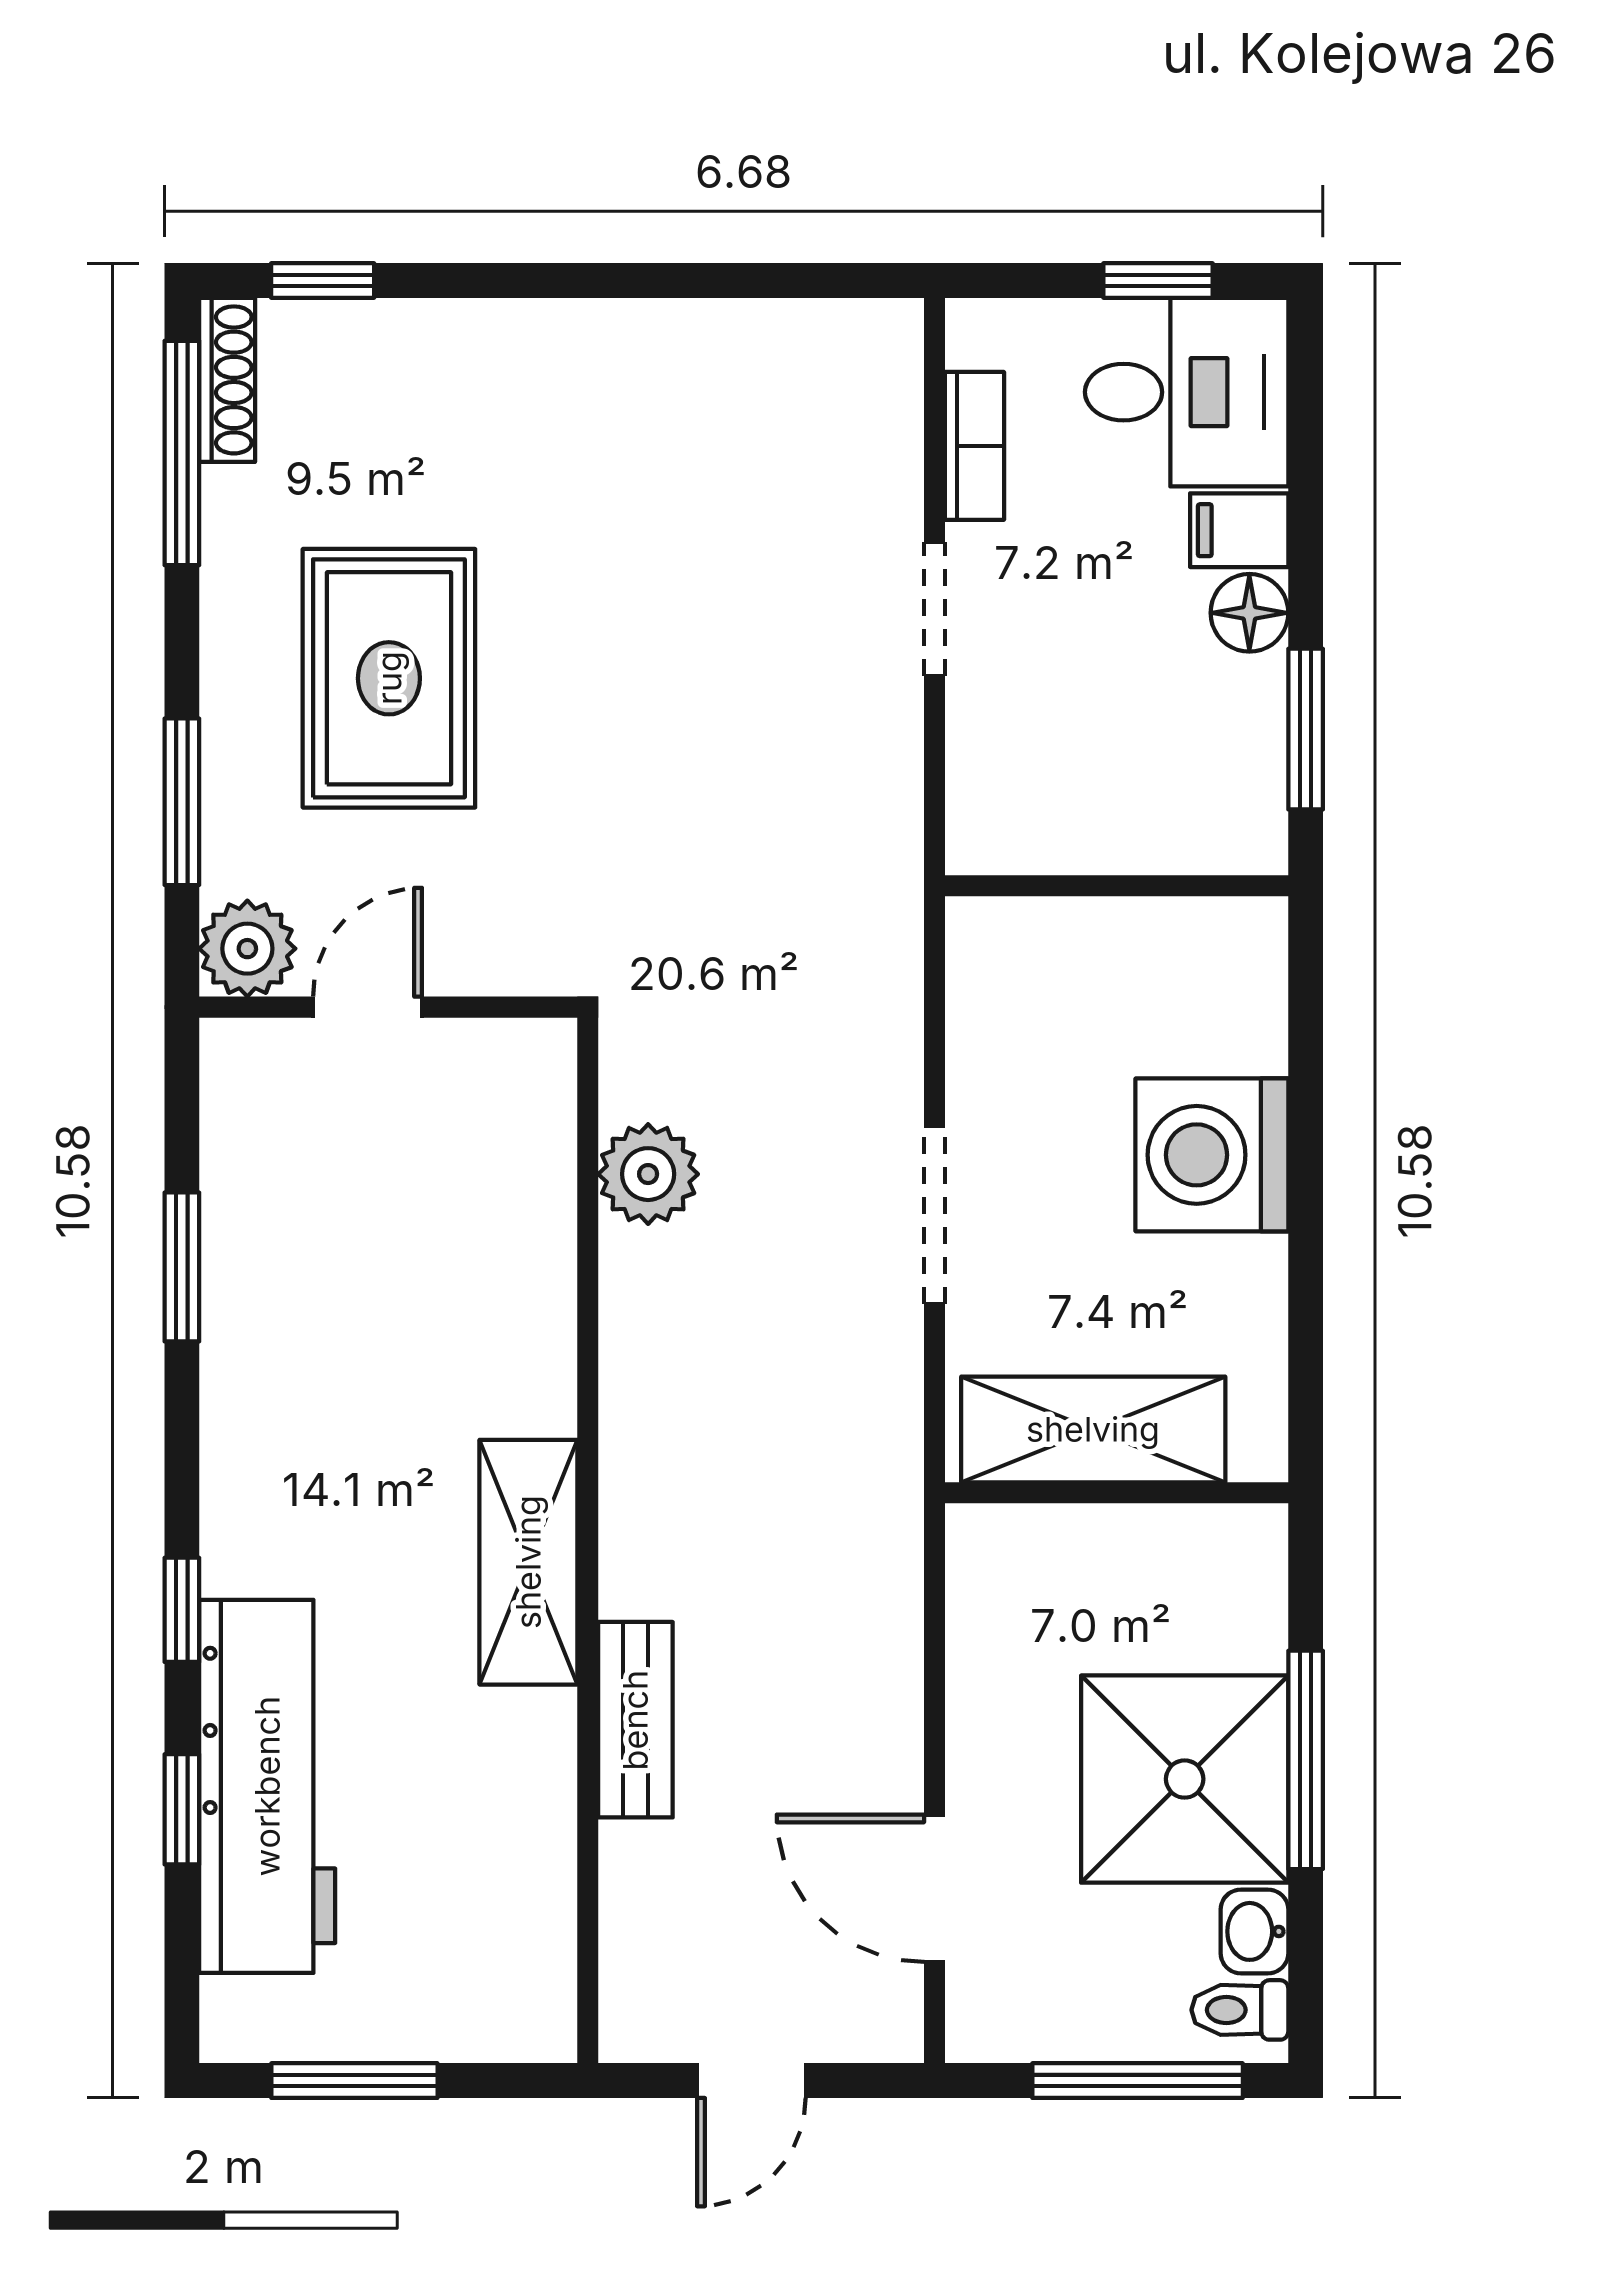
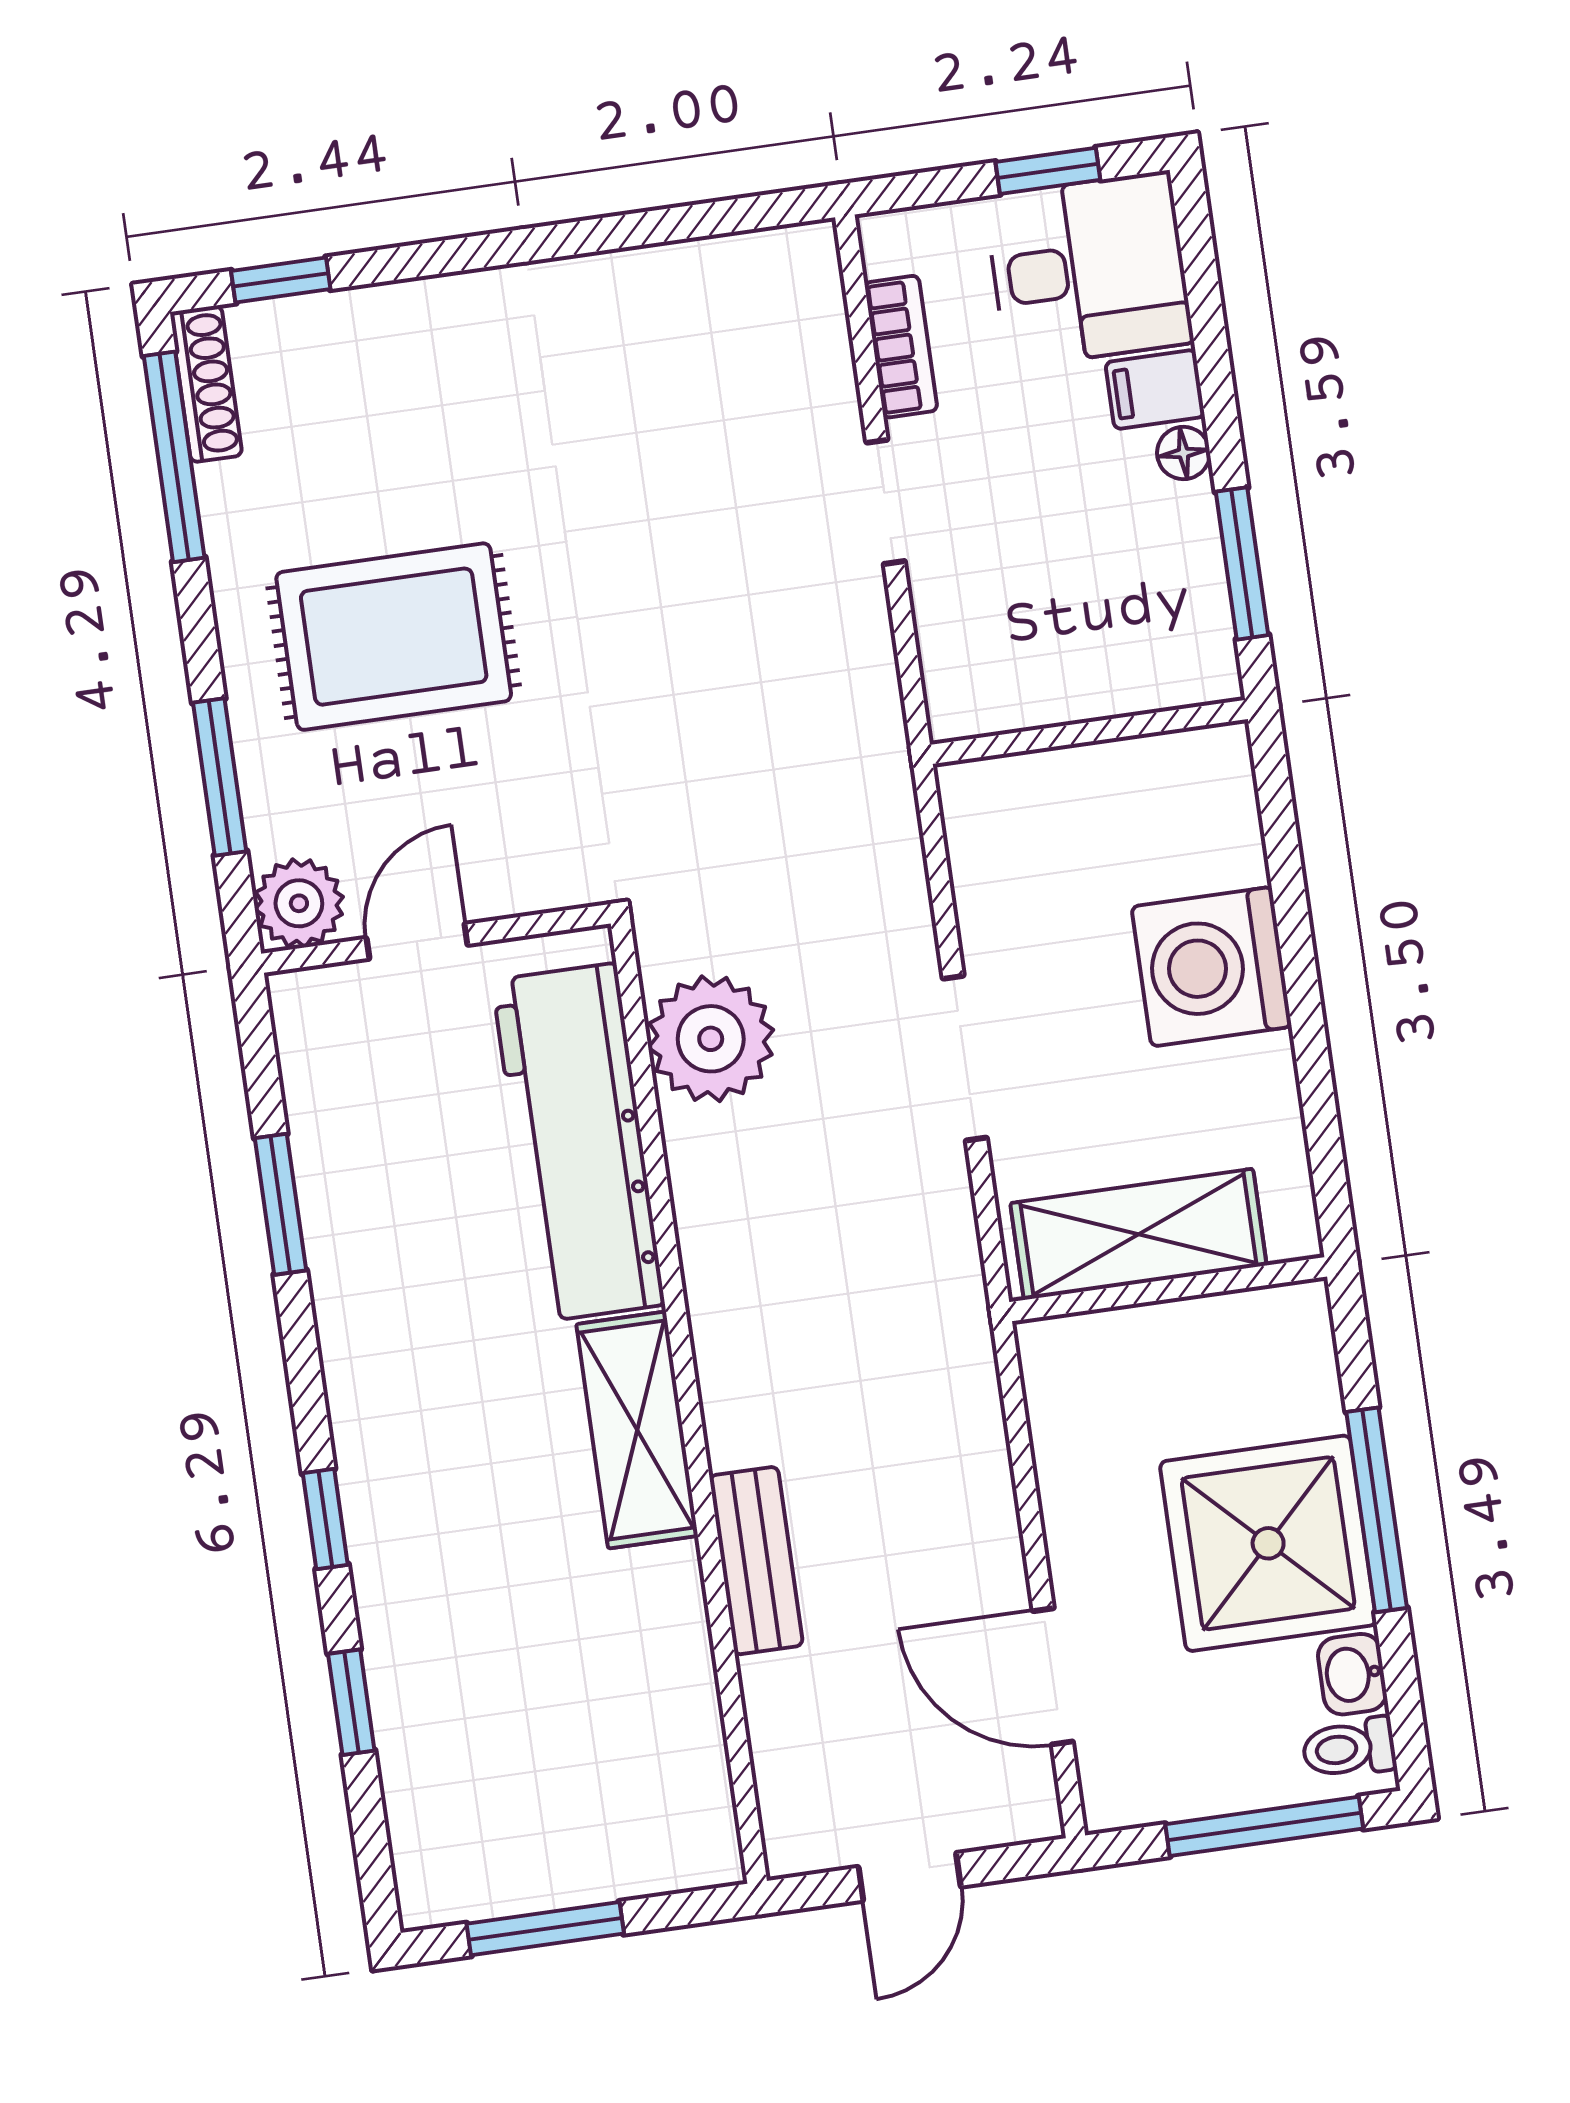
floor lamp: (1249, 613) -> (1183, 453), width x0.73, depth x0.73
rug: (389, 678) -> (394, 637), turned 90
plant: (648, 1174) -> (711, 1039), width x1.36, depth x1.36
workbench: (267, 1786) -> (578, 1142), moved, turned 180

